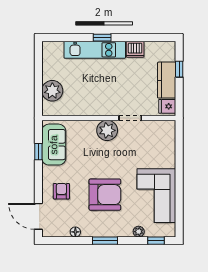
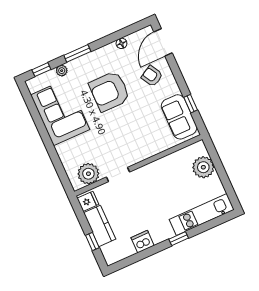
kitchen unit: (95, 50) -> (202, 215), moved
plant: (107, 130) -> (88, 174), moved
armchair: (61, 191) -> (152, 76), turned 150
door: (38, 216) -> (163, 42), swing flipped
window: (105, 241) -> (77, 53), moved

